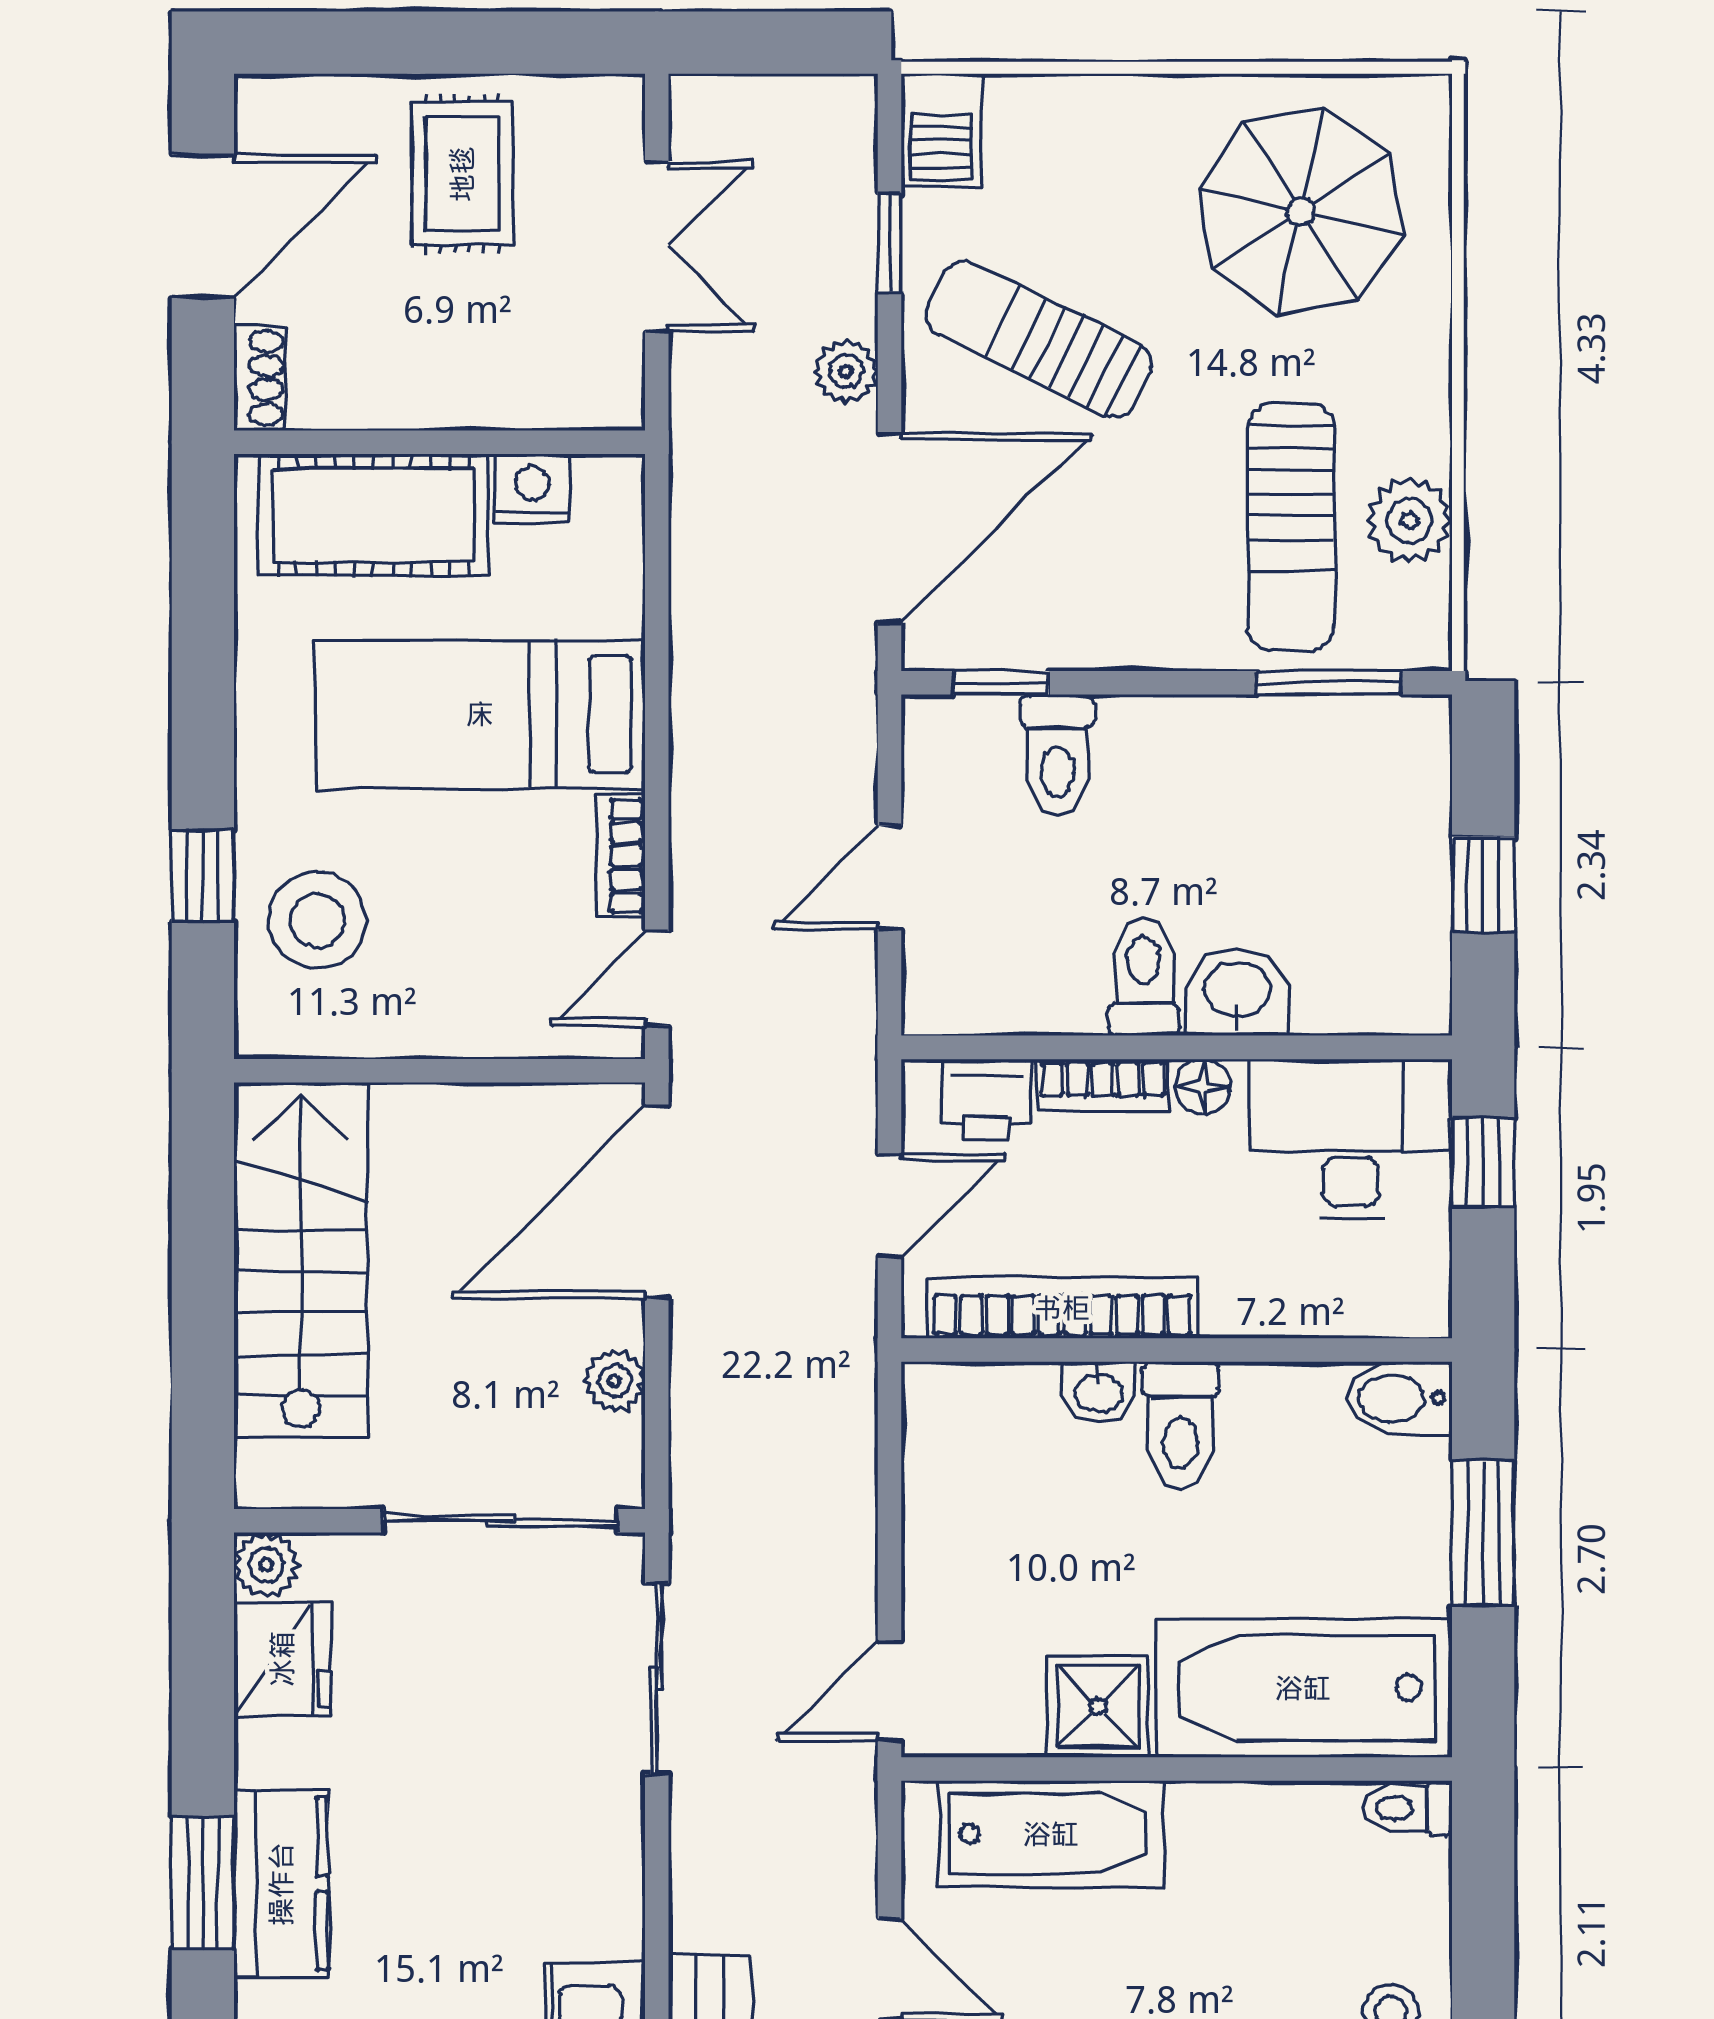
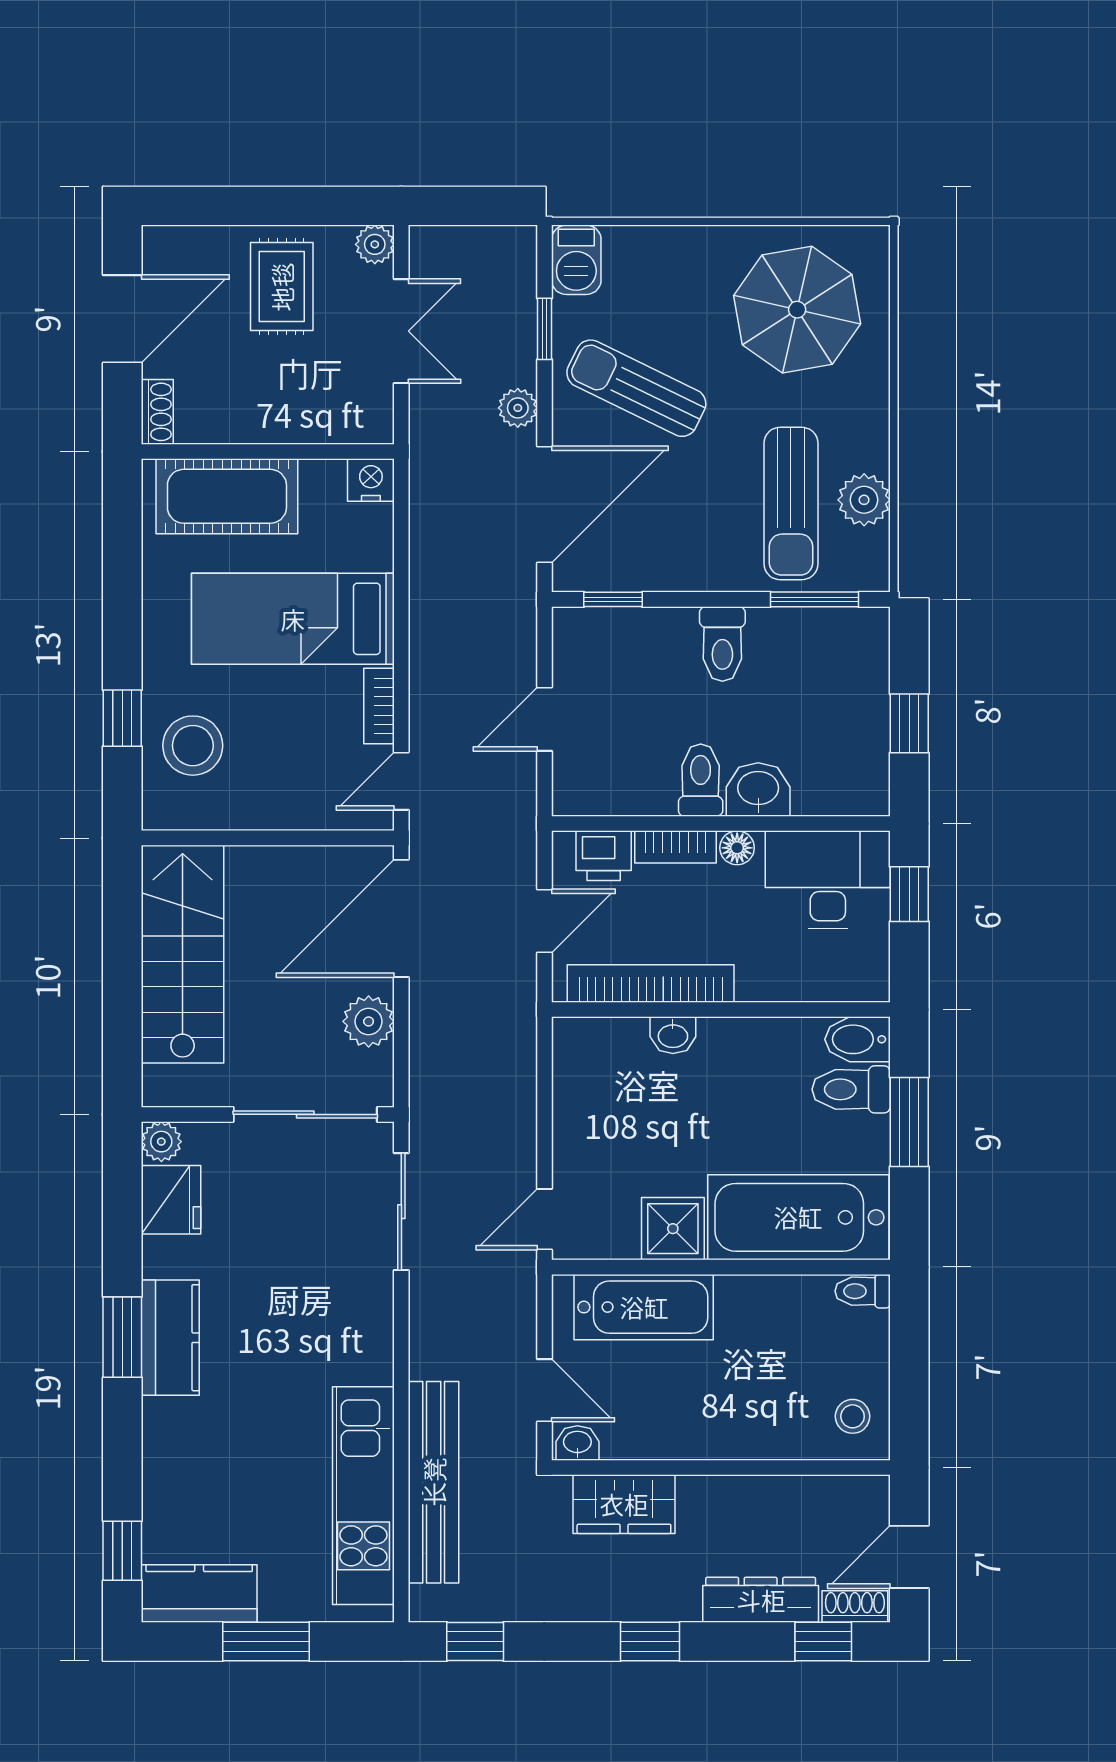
plant: (614, 105) -> (375, 244), added
nightstand: (532, 489) -> (371, 480), moved
toilet: (1057, 755) -> (722, 644), moved
plant: (615, 1381) -> (369, 1021), width x1.38, depth x1.38
toilet: (1180, 1425) -> (851, 1089), moved, turned 90

